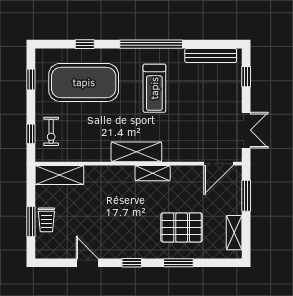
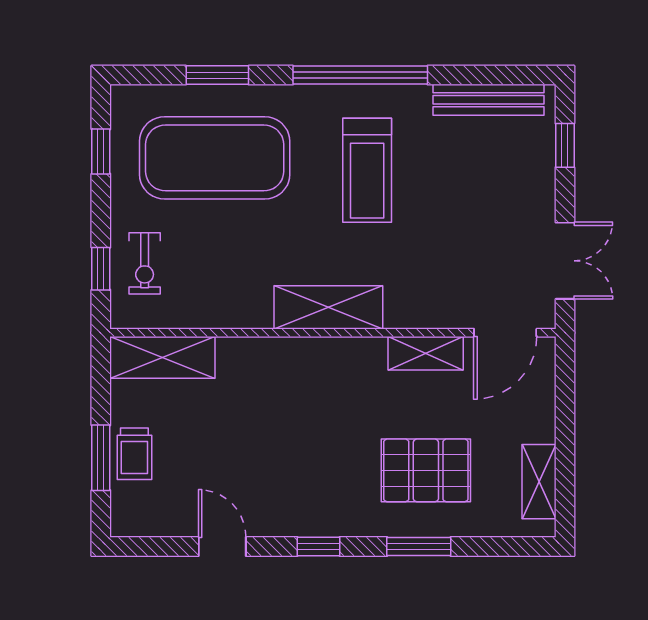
window: (85, 44) -> (217, 75), width x1.50
shelving: (153, 173) -> (426, 353), moved
window: (246, 196) -> (565, 402), removed

